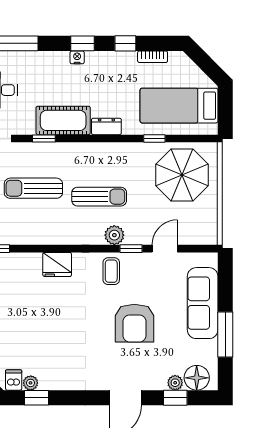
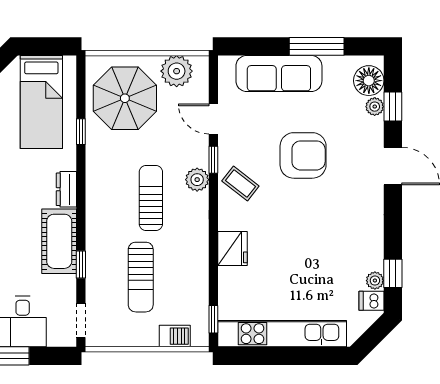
plant: (205, 218) -> (177, 71), added
coffee table: (111, 271) -> (240, 183), turned 38

